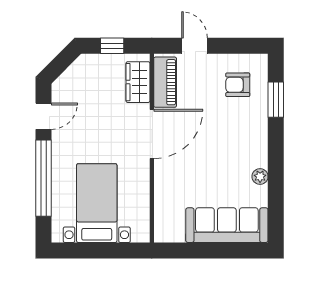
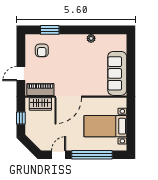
door: (43, 116) -> (59, 155), hinge flipped
door: (152, 134) -> (68, 97), swing flipped
sofa: (227, 225) -> (117, 73), moved

